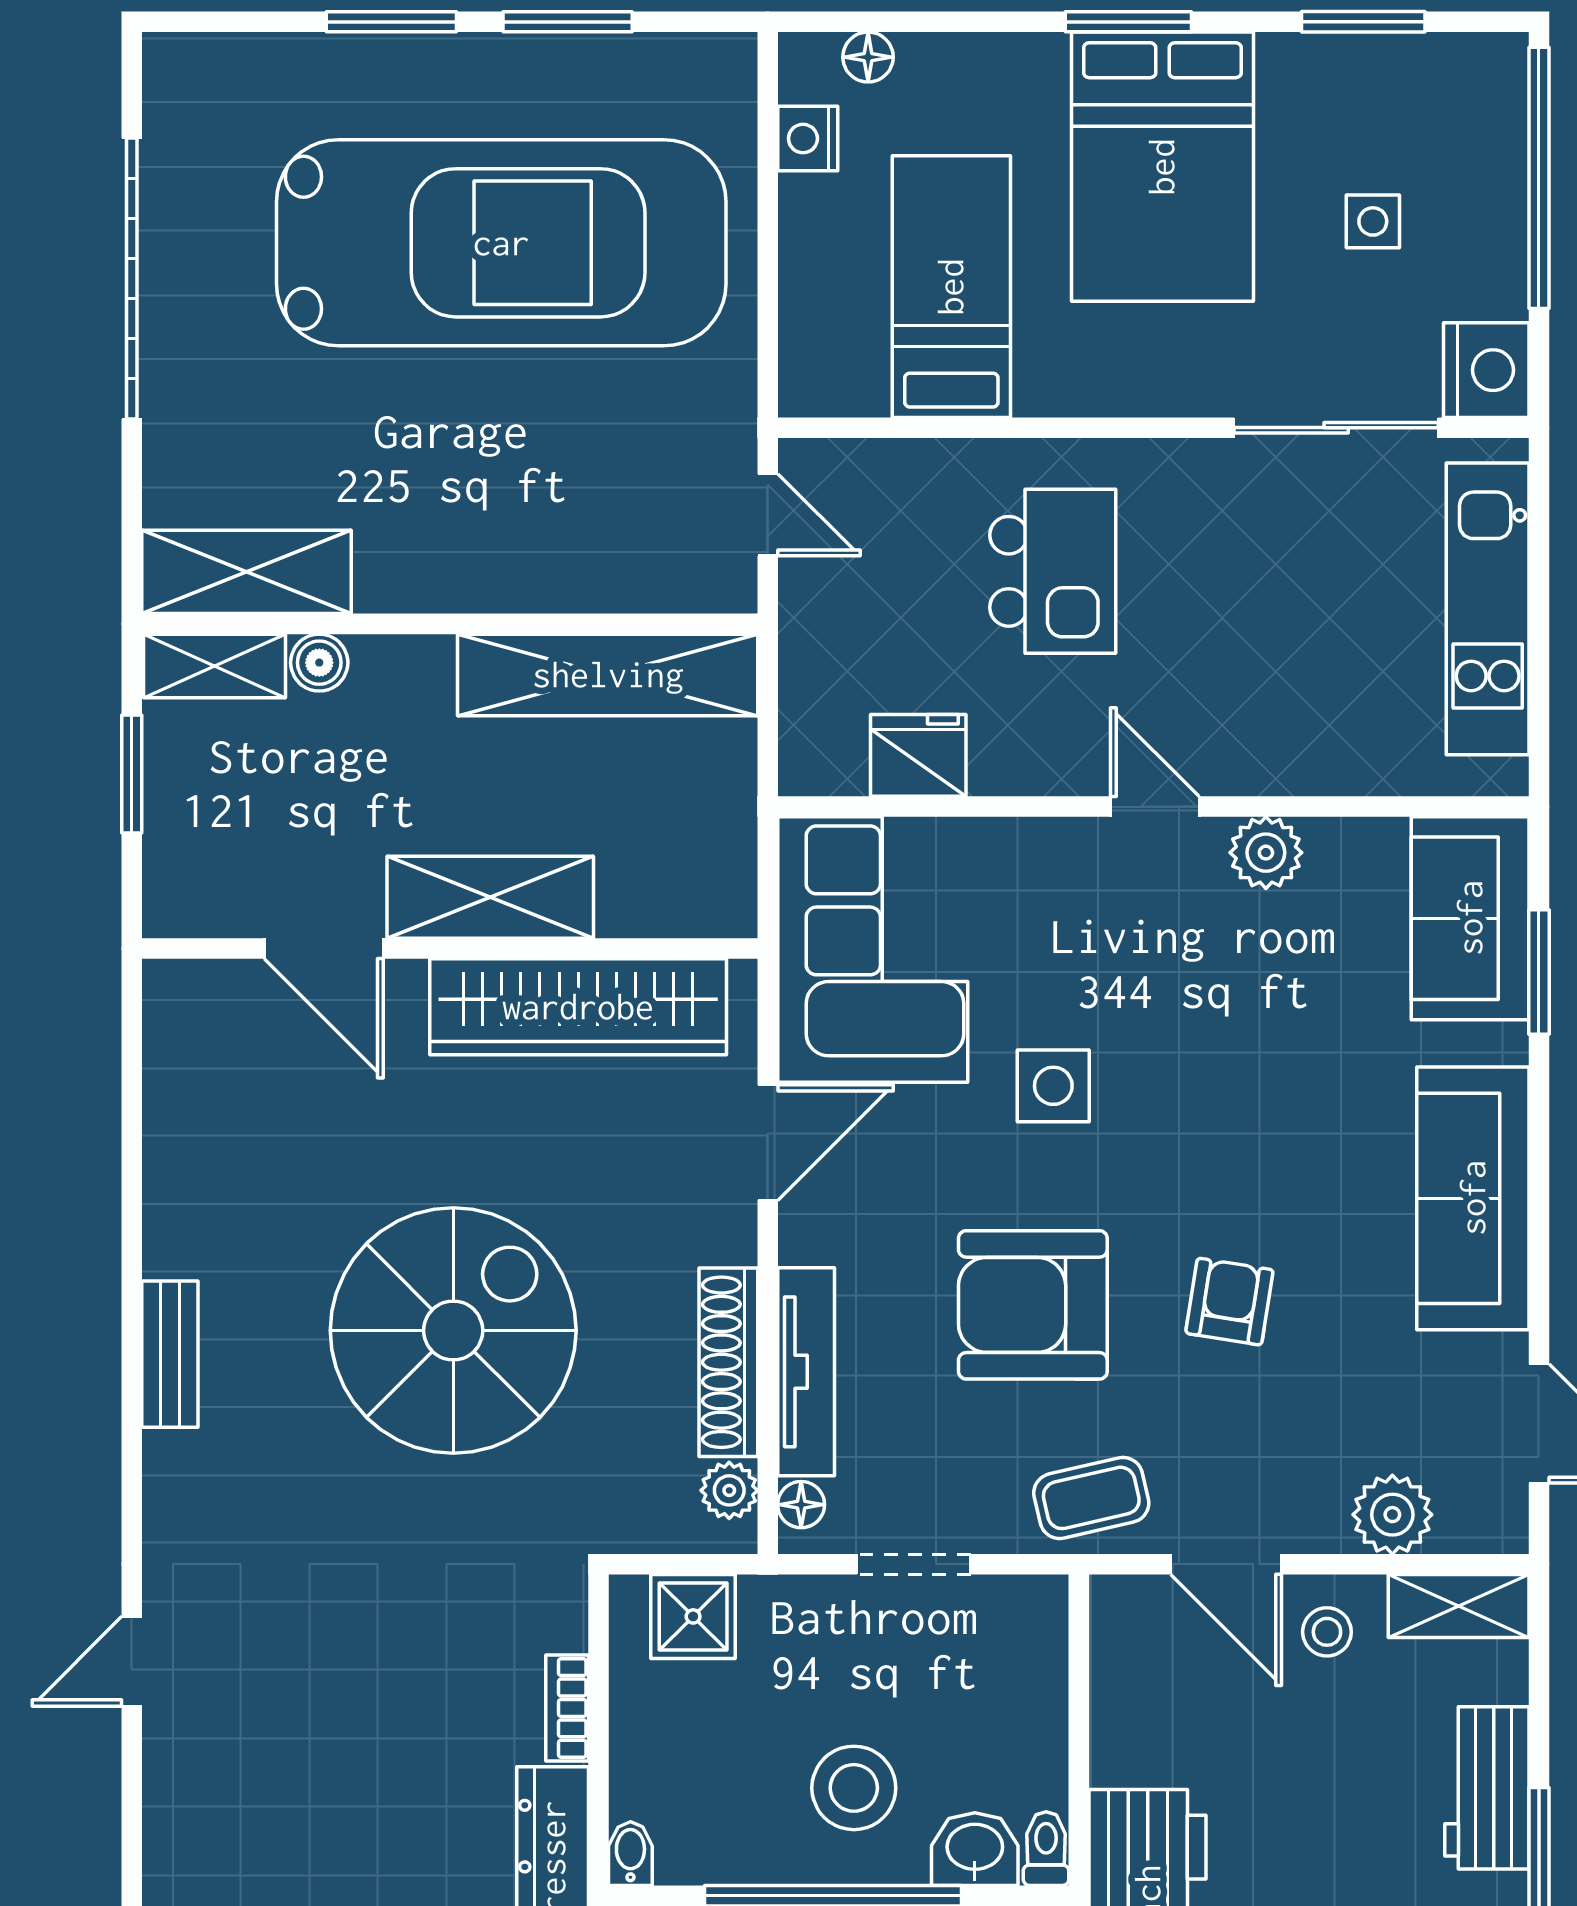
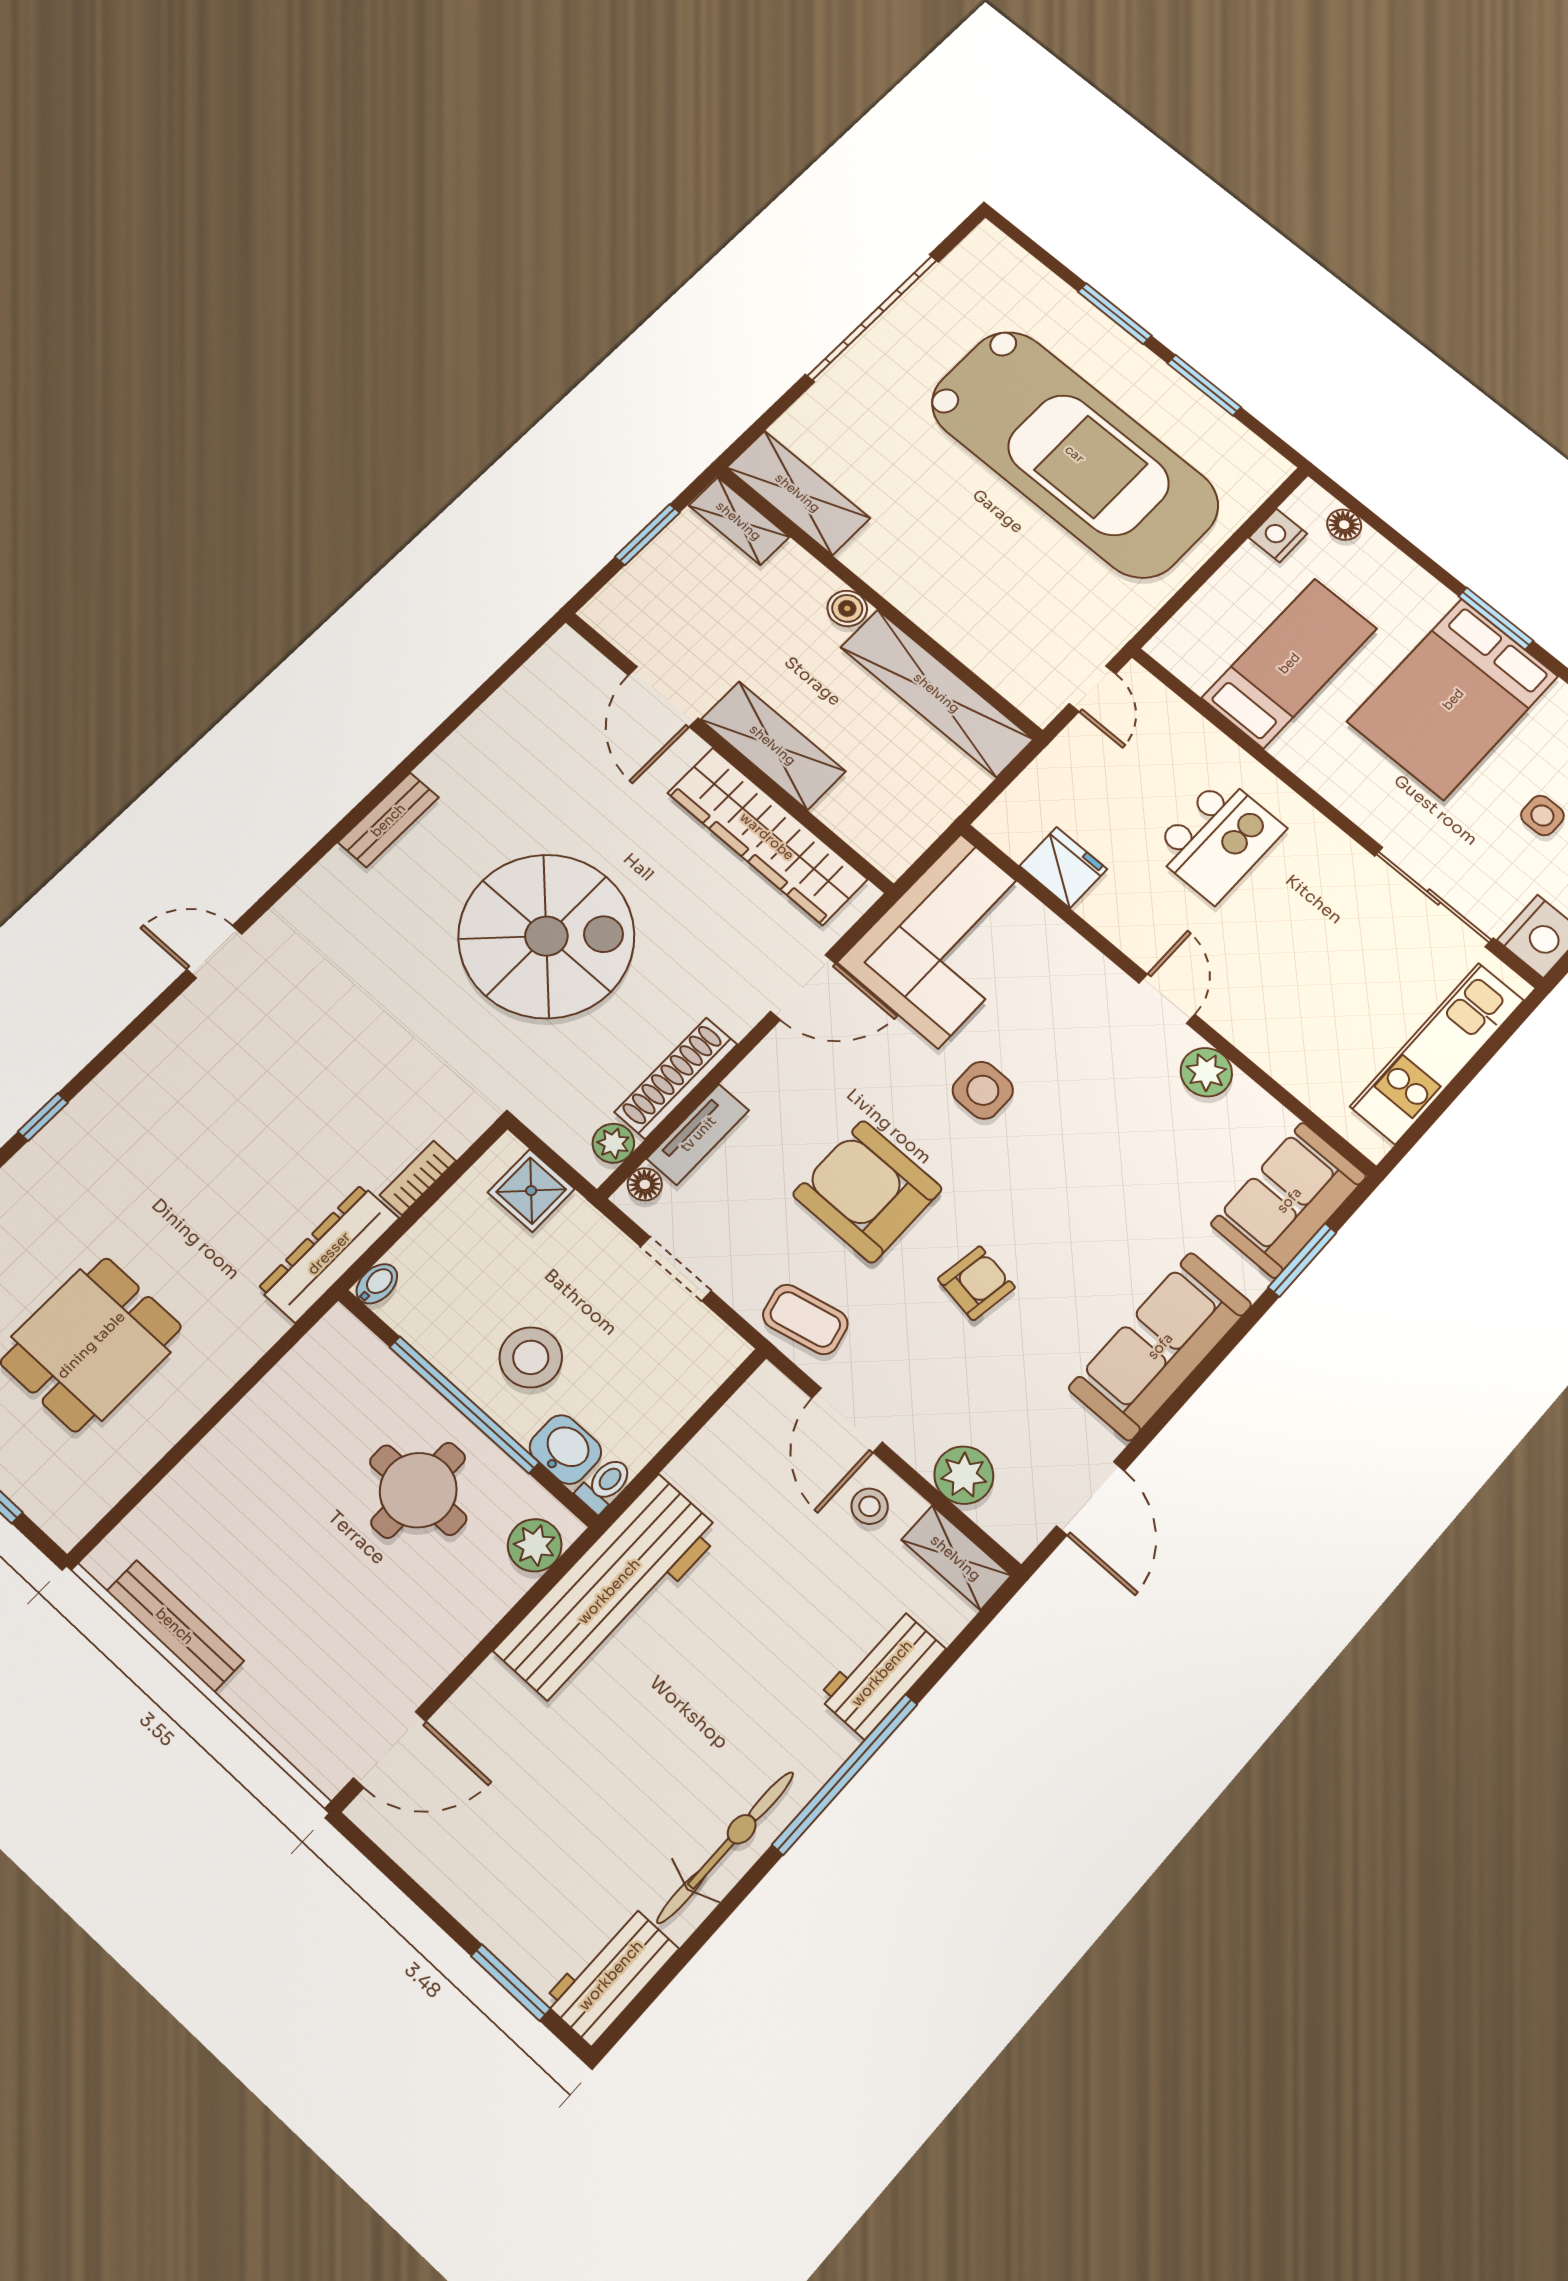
boiler: (319, 663) -> (847, 608), moved
tv unit: (806, 1372) -> (698, 1134), width x0.71

